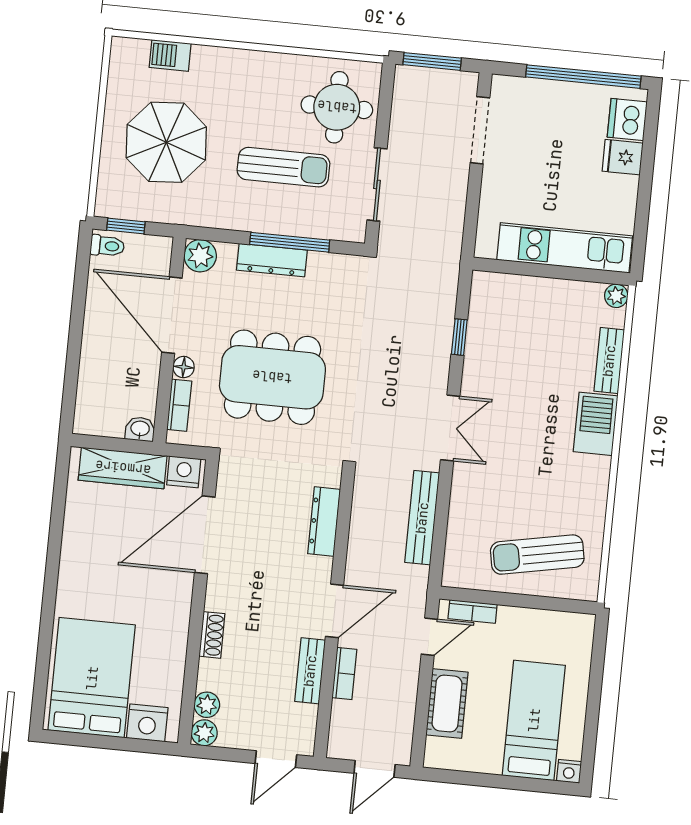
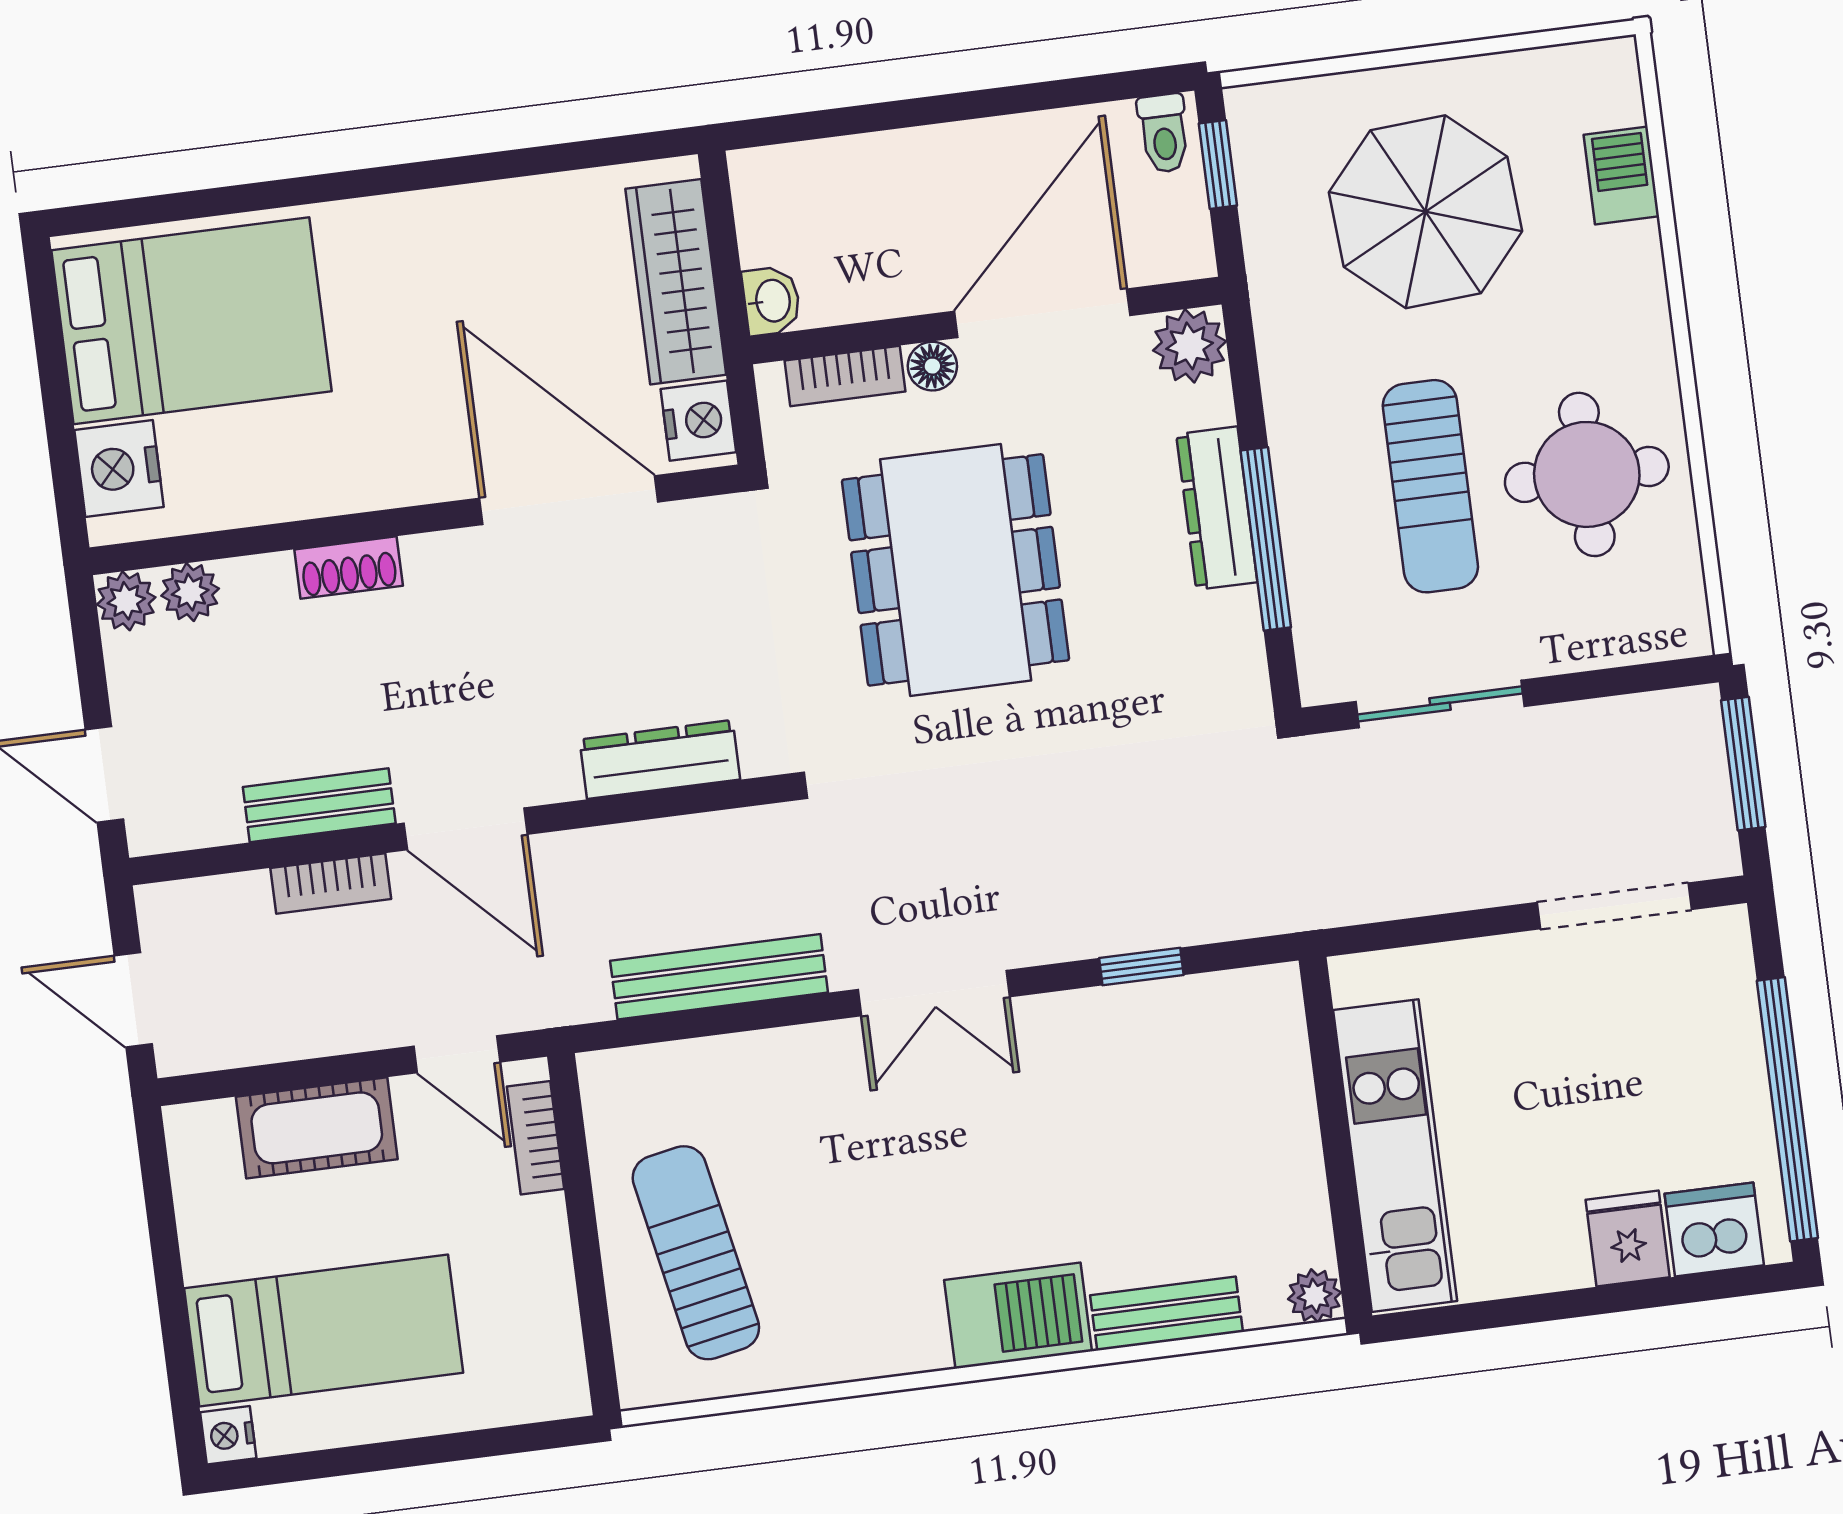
round table: (337, 107) -> (1587, 474), moved

